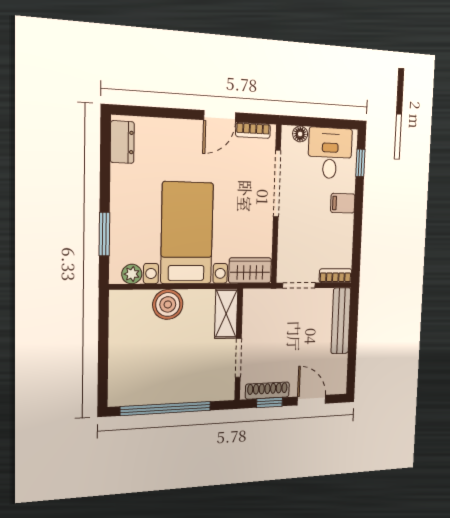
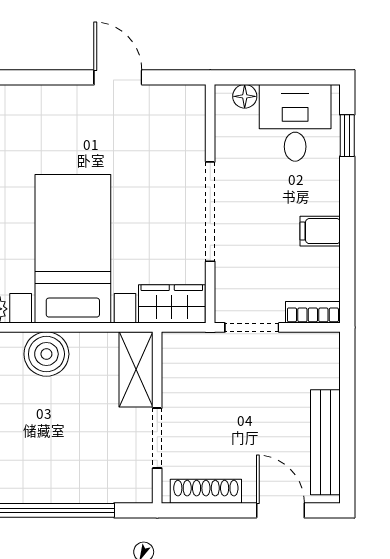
door: (220, 116) -> (118, 77), swing flipped
bookcase: (253, 130) -> (170, 95), removed
doorway: (277, 184) -> (210, 212), moved
filing cabinet: (343, 203) -> (320, 231), moved
bench: (341, 321) -> (325, 442), moved
window: (270, 402) -> (210, 510), removed

